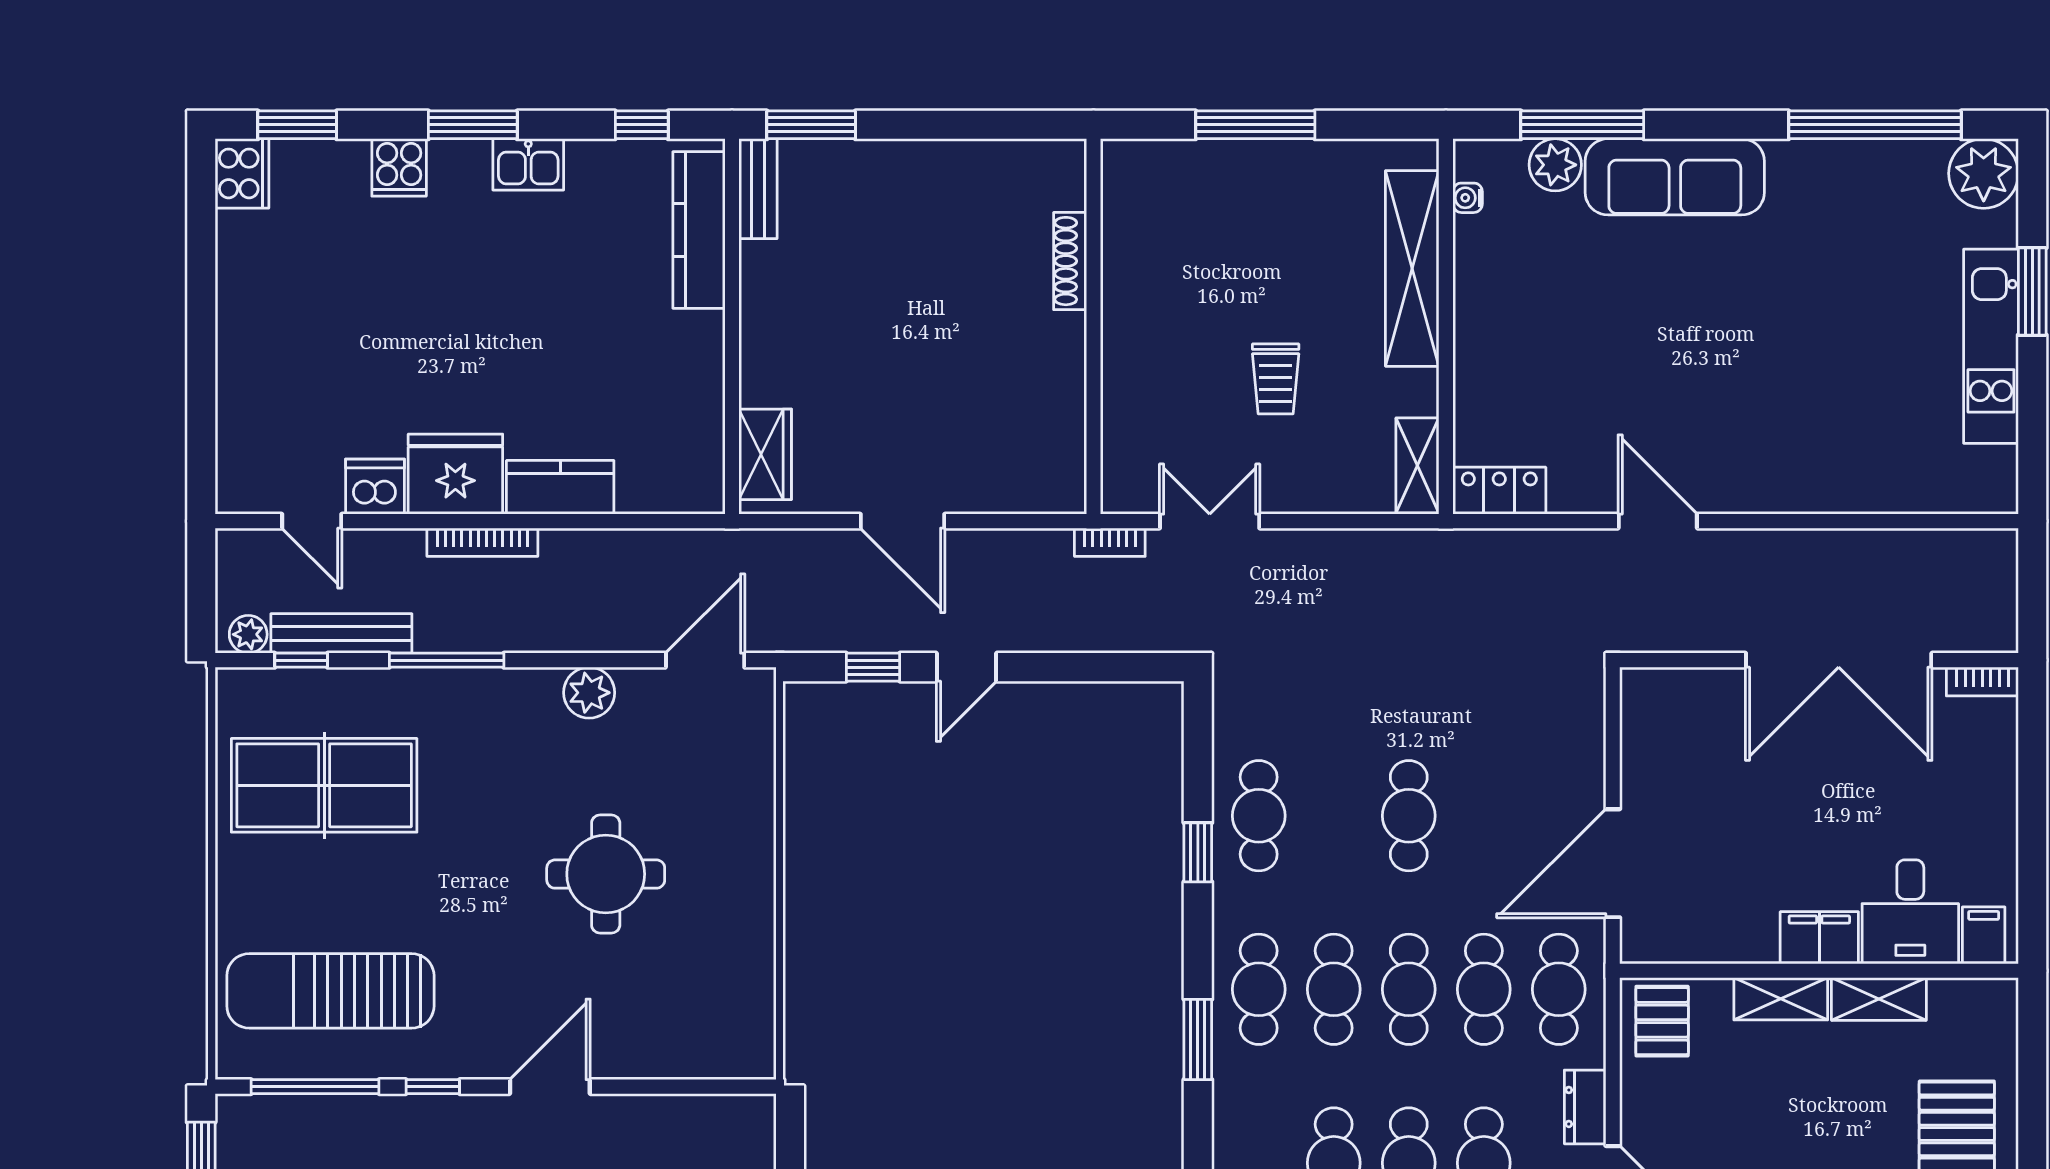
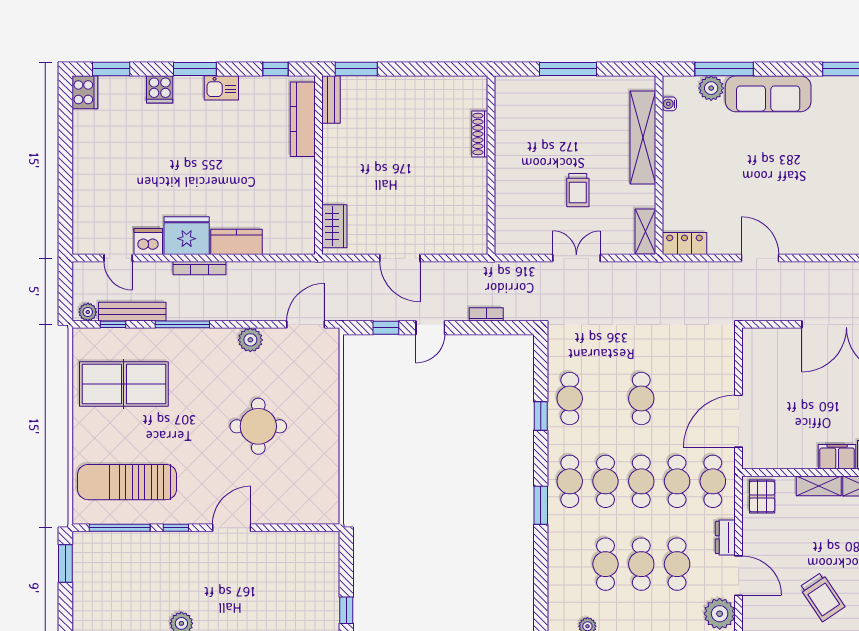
double door: (1210, 521) -> (576, 258), moved
bookcase: (1110, 542) -> (486, 314), moved, turned 180

